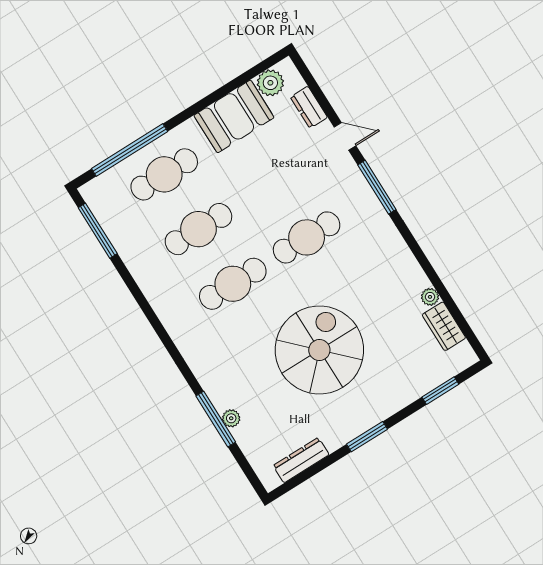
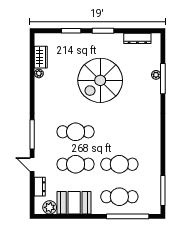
cafe table: (233, 284) -> (76, 164), moved
window: (440, 391) -> (71, 31), moved

